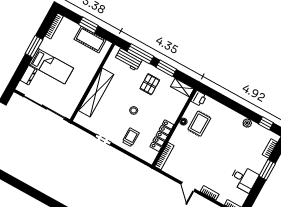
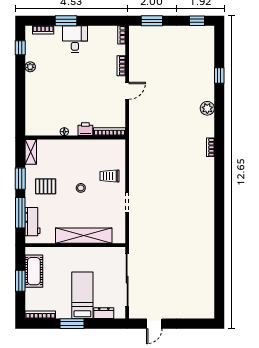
printer: (199, 98) -> (85, 129), moved
rug: (199, 124) -> (57, 115), removed
locker: (162, 136) -> (90, 146), removed
desk: (244, 179) -> (75, 39), moved

